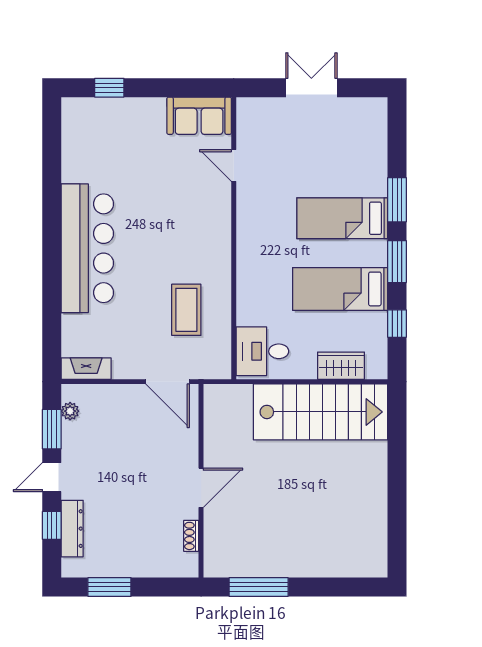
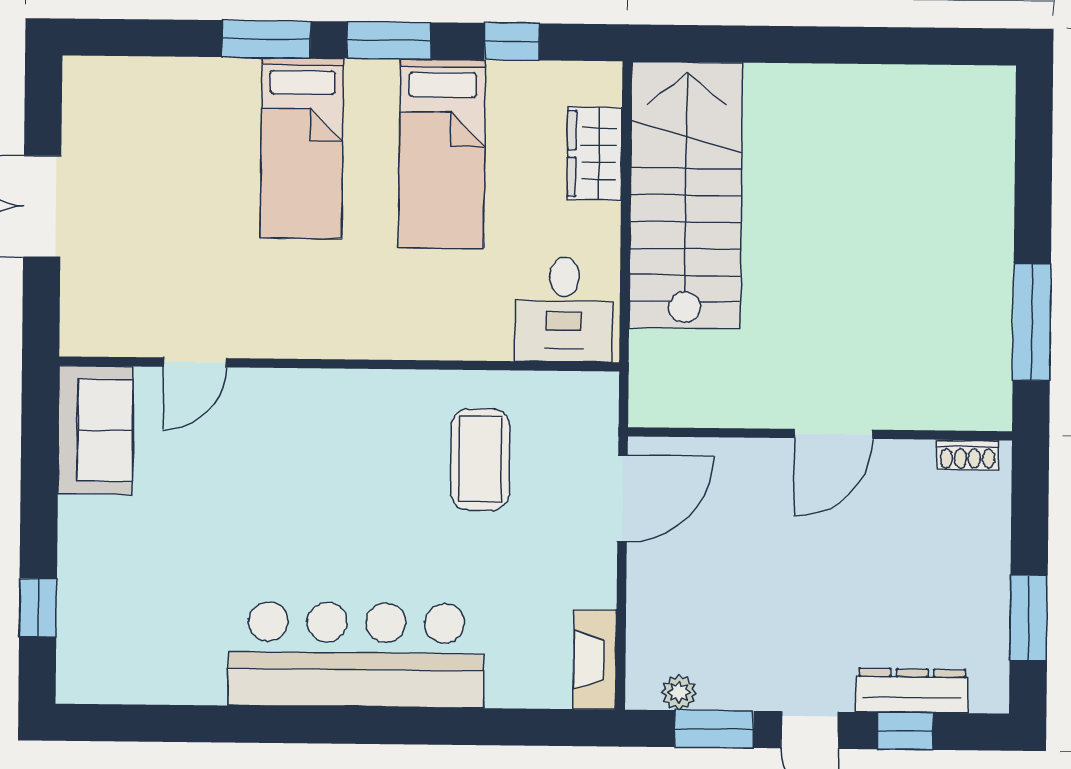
coffee table: (186, 310) -> (480, 459), turned 90
door: (201, 488) -> (834, 434), swing flipped
shoe rack: (191, 536) -> (968, 455), moved

